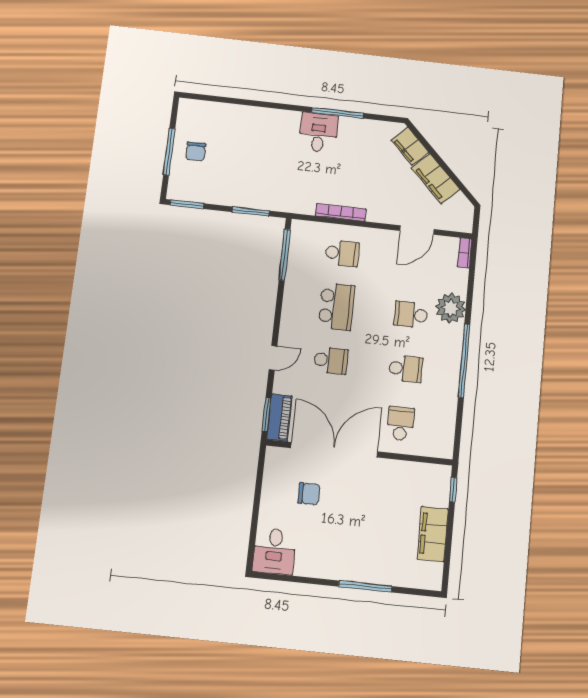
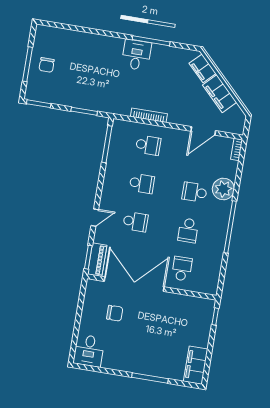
school desk: (337, 306) -> (142, 183), width x0.54
school desk: (406, 369) -> (188, 230), turned 90
filing cabinet: (433, 534) -> (196, 365), moved

